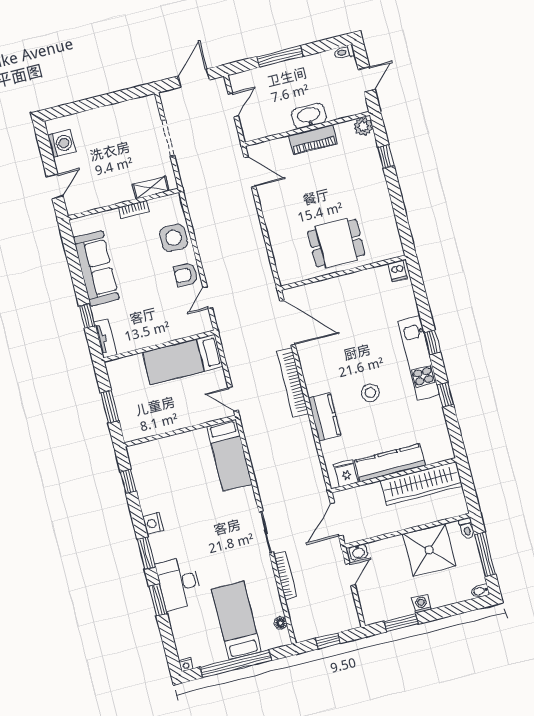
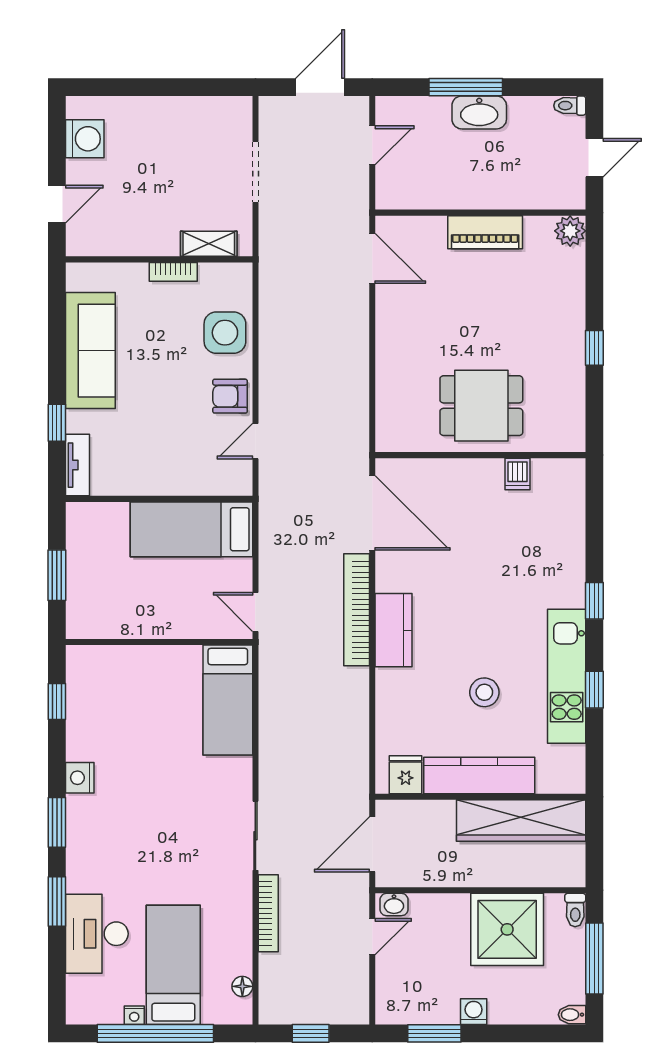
washbasin: (309, 116) -> (479, 112), moved, turned 180
window: (386, 157) -> (594, 348), moved
dishwasher: (398, 271) -> (518, 474), moved
kitchen unit: (419, 358) -> (567, 676), moved
stool: (370, 393) -> (484, 692), moved
kitchen counter: (324, 417) -> (394, 630), moved
desk: (179, 583) -> (97, 934), moved
nightstand: (186, 665) -> (134, 1015), moved

